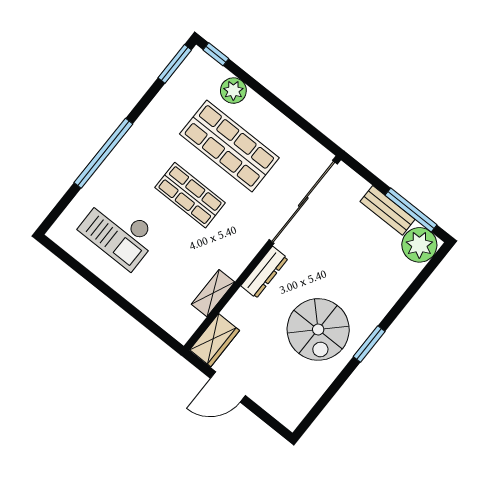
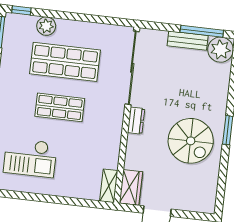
dresser: (264, 272) -> (136, 121), width x0.70
shelving: (213, 293) -> (109, 186), moved

